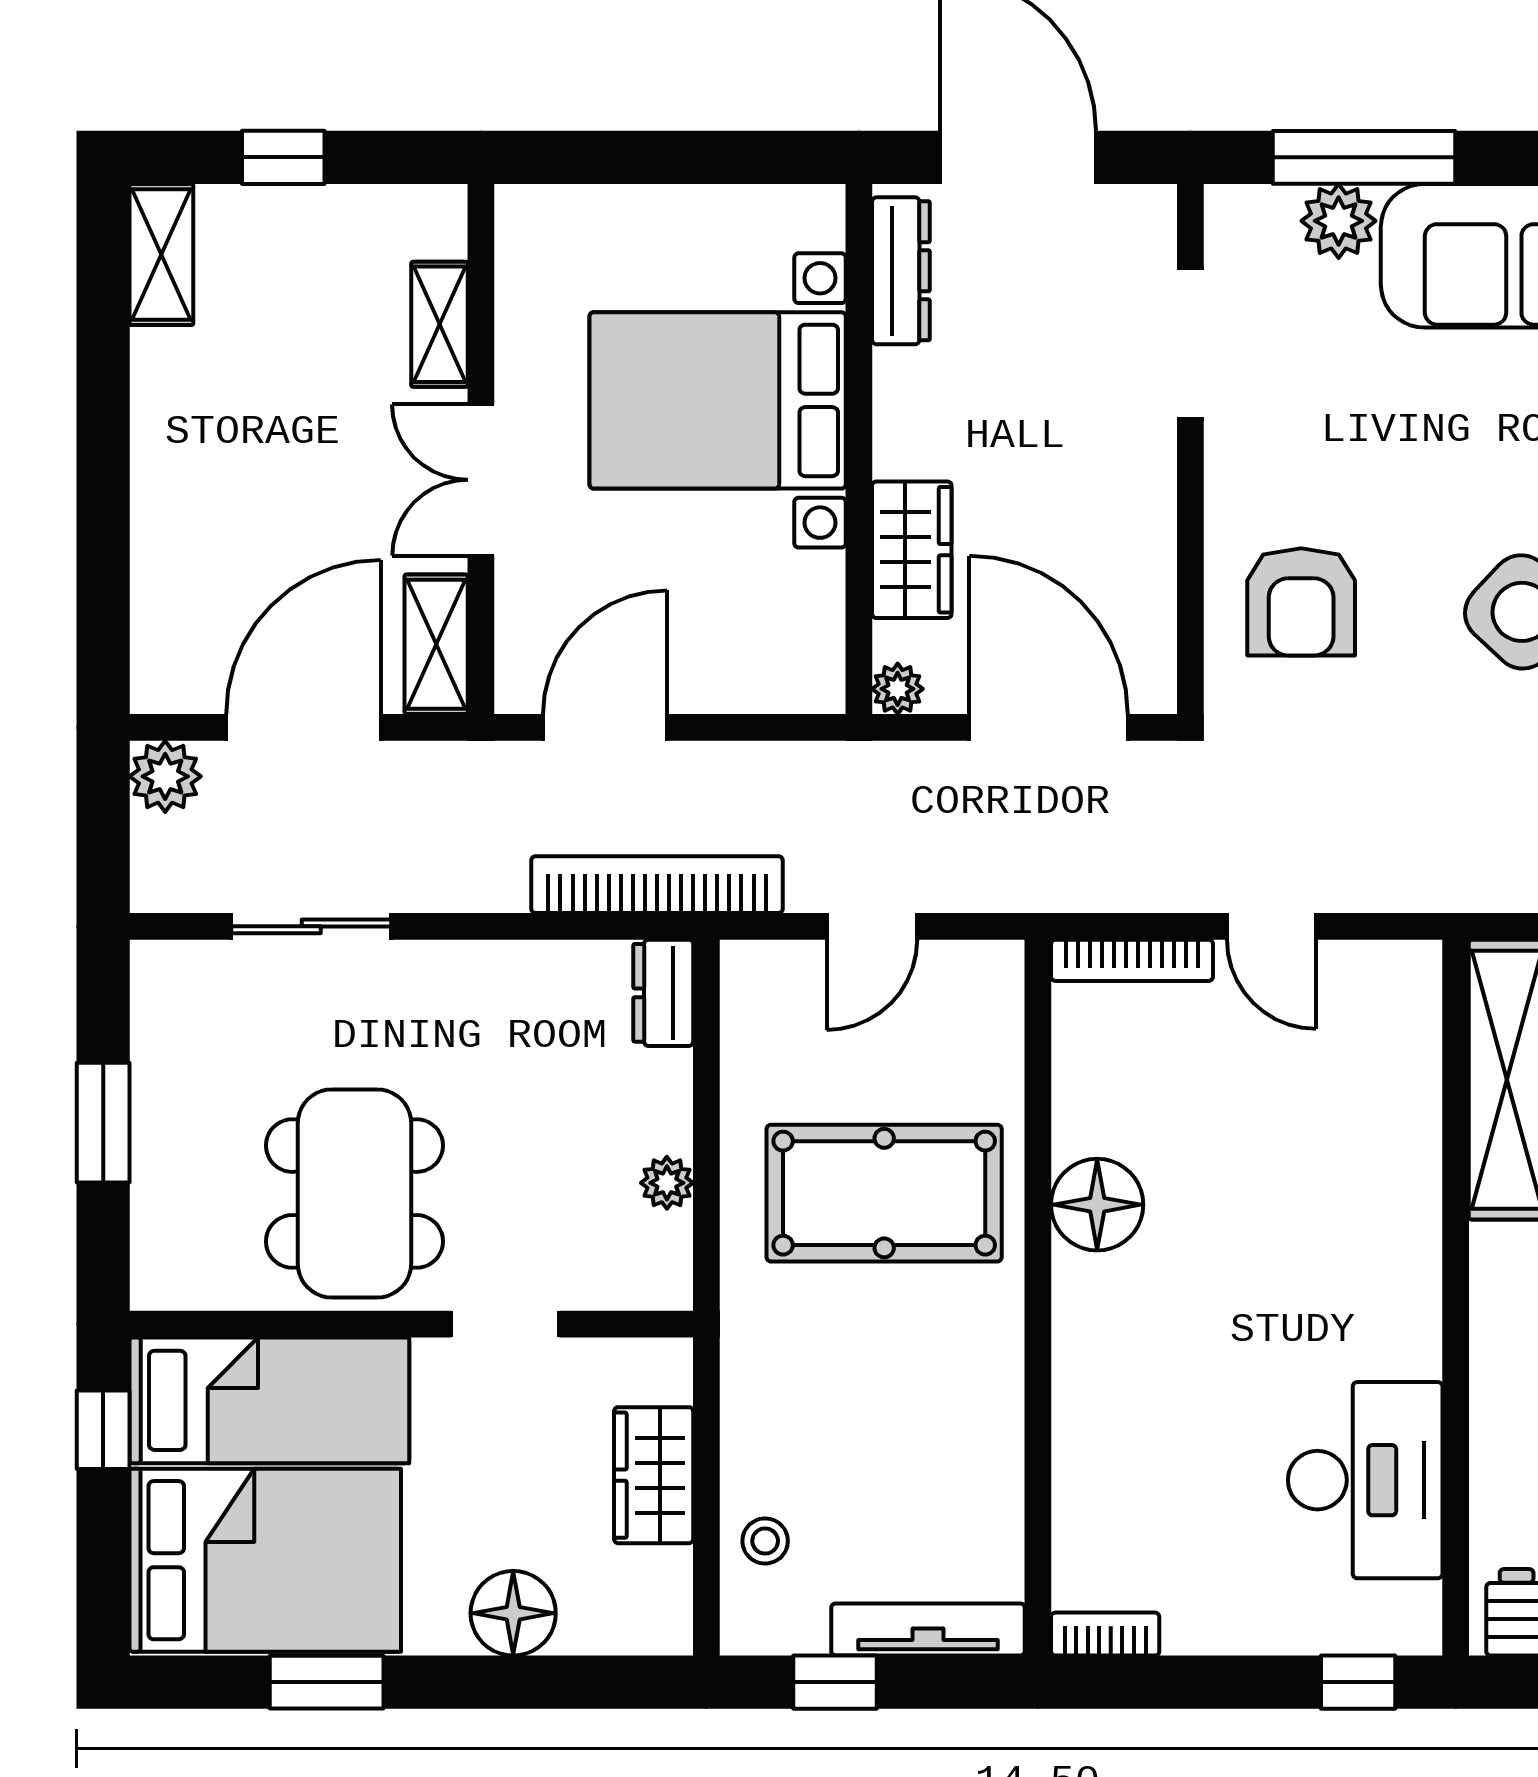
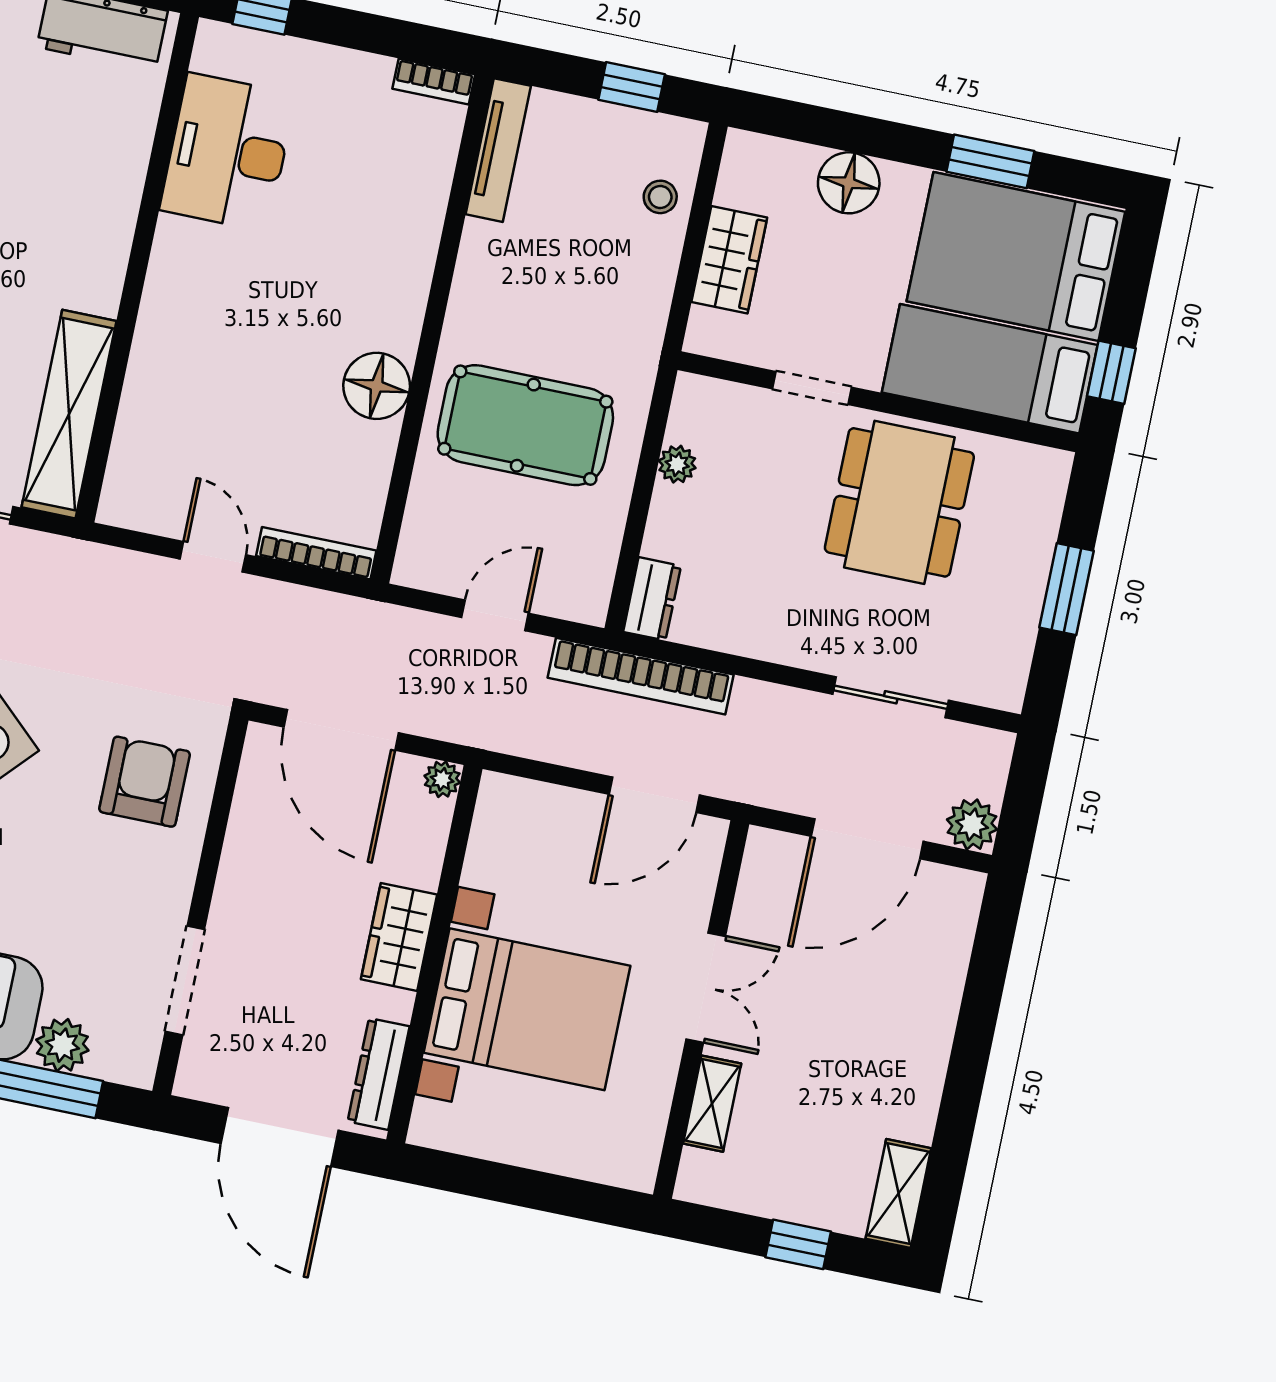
wardrobe: (912, 550) -> (399, 937), moved
shelving: (436, 644) -> (761, 878), removed
tv unit: (928, 1630) -> (498, 150), moved, turned -90

